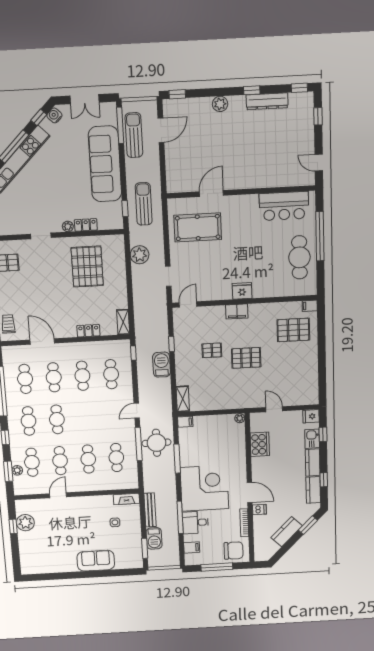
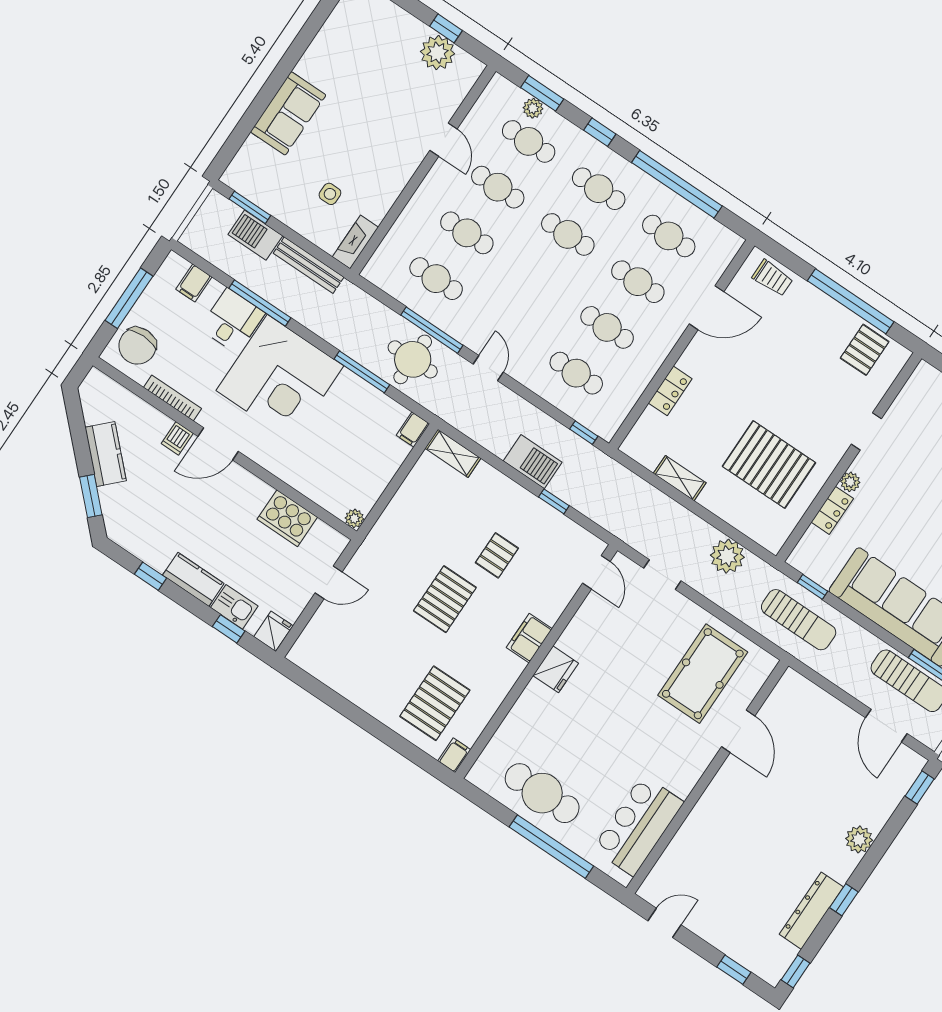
shelving: (123, 322) -> (680, 478), moved
kitchen counter: (313, 490) -> (146, 547), removed

